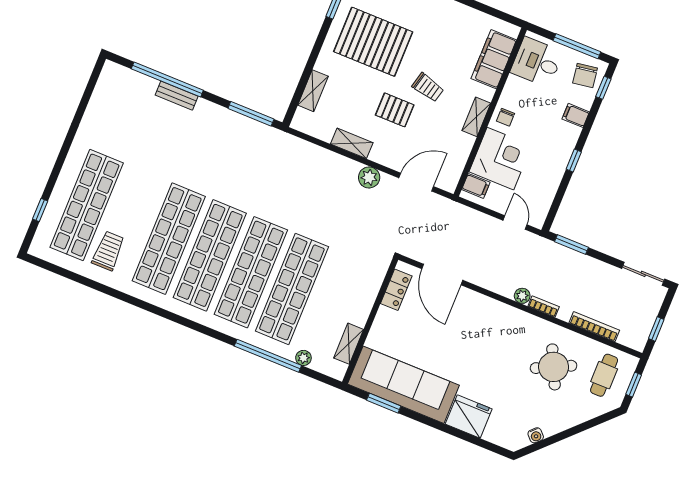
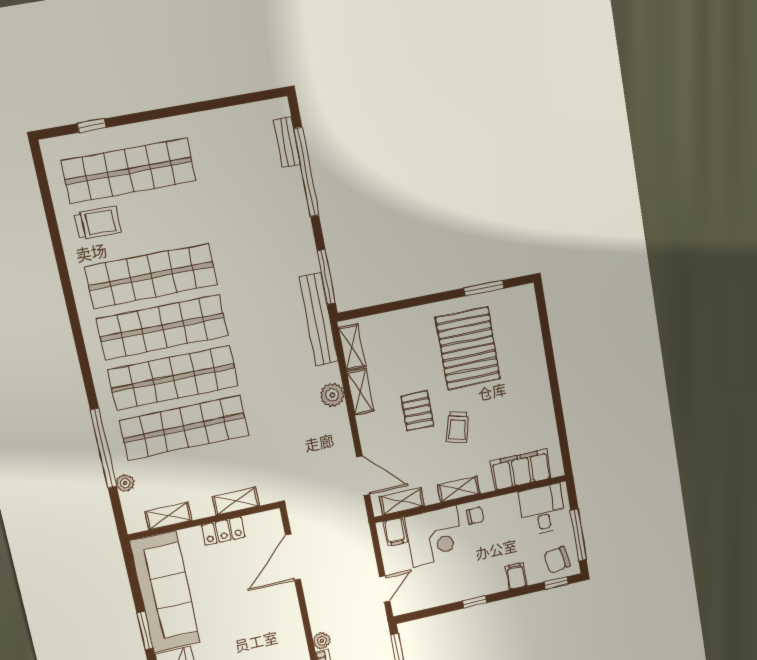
shelving: (313, 91) -> (352, 347), moved, turned 90
bench: (177, 96) -> (287, 142), moved
chair: (506, 117) -> (475, 516), turned 180
bench: (278, 139) -> (319, 319), added
shelving: (456, 166) -> (402, 501), added
plant: (369, 177) -> (332, 395), moved
shelving: (371, 288) -> (236, 501), added
locker: (396, 290) -> (223, 531), moved
window: (384, 403) -> (145, 631), moved

